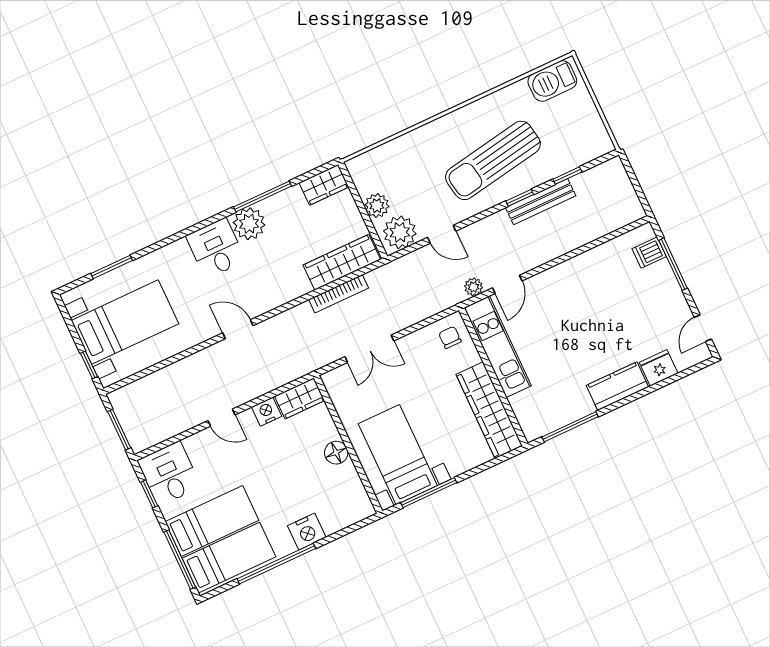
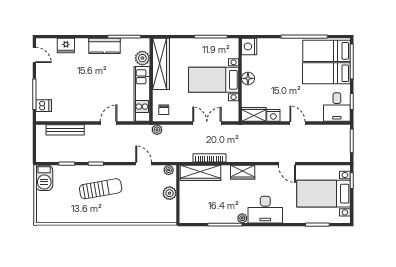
barbecue: (552, 81) -> (44, 178), moved, turned 90
sun lounger: (493, 160) -> (101, 189), width x0.73, depth x0.75
wardrobe: (324, 185) -> (243, 172), moved, turned 180
bench: (541, 202) -> (65, 130), moved
plant: (249, 224) -> (242, 218), width x0.53, depth x0.53
plant: (400, 232) -> (169, 170), width x0.53, depth x0.53
desk: (216, 248) -> (265, 210), width x1.37
door: (507, 284) -> (109, 123), moved
plant: (473, 287) -> (157, 130), moved
door: (703, 328) -> (34, 55), hinge flipped
door: (238, 329) -> (287, 164), moved
kitchen counter: (617, 386) -> (105, 46), moved
plant: (524, 406) -> (142, 58), added
bed with nightstands: (398, 455) -> (214, 80), moved, turned 90
nightstand: (307, 532) -> (249, 47), moved, turned -90

